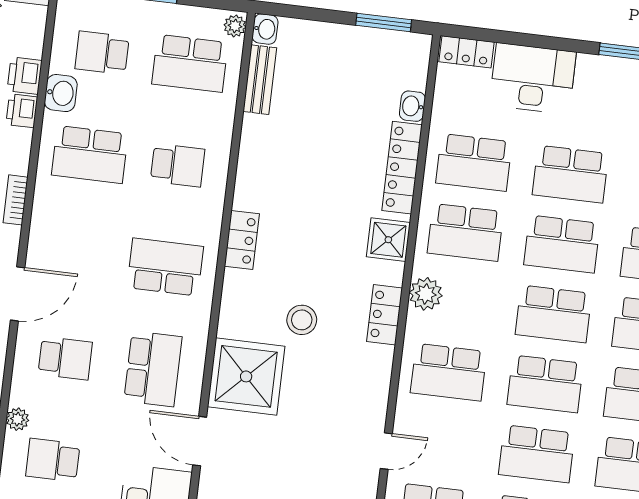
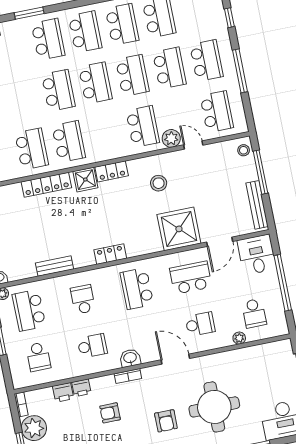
school desk: (190, 63) -> (29, 310), turned 180
bench: (260, 80) -> (55, 266), moved
washbasin: (61, 93) -> (130, 358), moved
washbasin: (412, 106) -> (13, 190), removed
school desk: (90, 155) -> (92, 346), width x0.54
school desk: (570, 174) -> (21, 98), removed
plant: (426, 294) -> (171, 138), moved
locker: (385, 315) -> (112, 171), moved
stool: (302, 320) -> (159, 183), moved
school desk: (65, 358) -> (200, 324), turned 90

